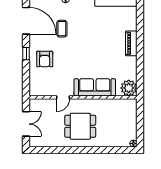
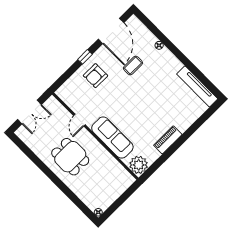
piano: (131, 43) -> (168, 140), moved
door: (63, 97) -> (79, 120), hinge flipped

